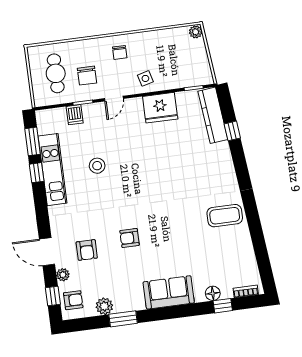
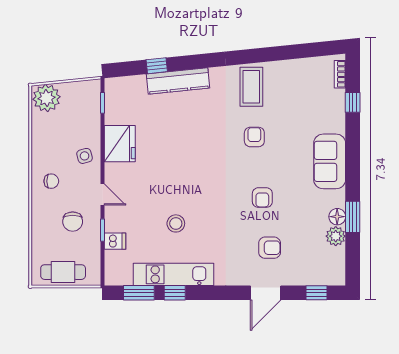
plant: (196, 32) -> (46, 98), width x1.88, depth x1.88
cafe table: (56, 73) -> (63, 272), moved
chair: (87, 76) -> (73, 222), turned 90
kitchen counter: (213, 115) -> (178, 81), moved
plant: (63, 275) -> (294, 278), removed
floor lamp: (213, 293) -> (337, 217), moved
armchair: (73, 300) -> (254, 137), moved

